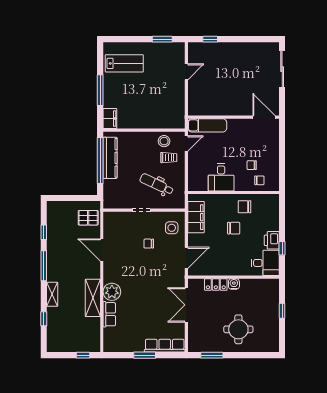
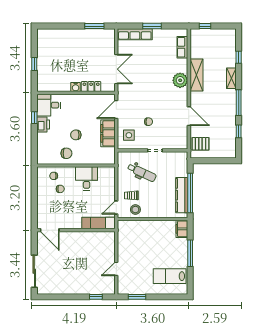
filing cabinet: (196, 217) -> (108, 133), moved
row of seats: (109, 314) -> (182, 47), moved
round table: (238, 329) -> (72, 48), removed

